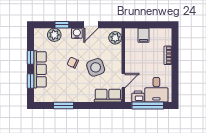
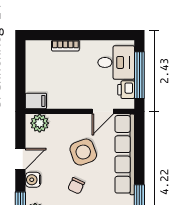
door: (91, 25) -> (20, 159), hinge flipped
filing cabinet: (143, 35) -> (36, 101), moved
door: (123, 81) -> (103, 111), swing flipped
row of seats: (108, 96) -> (125, 154), width x2.02

